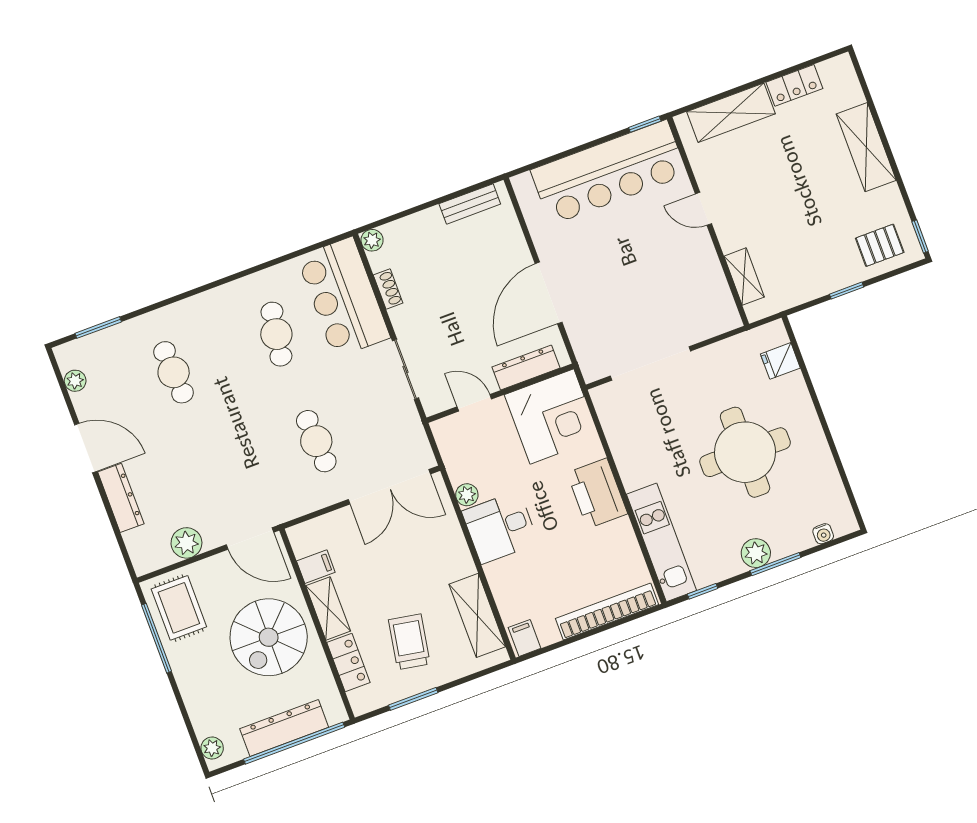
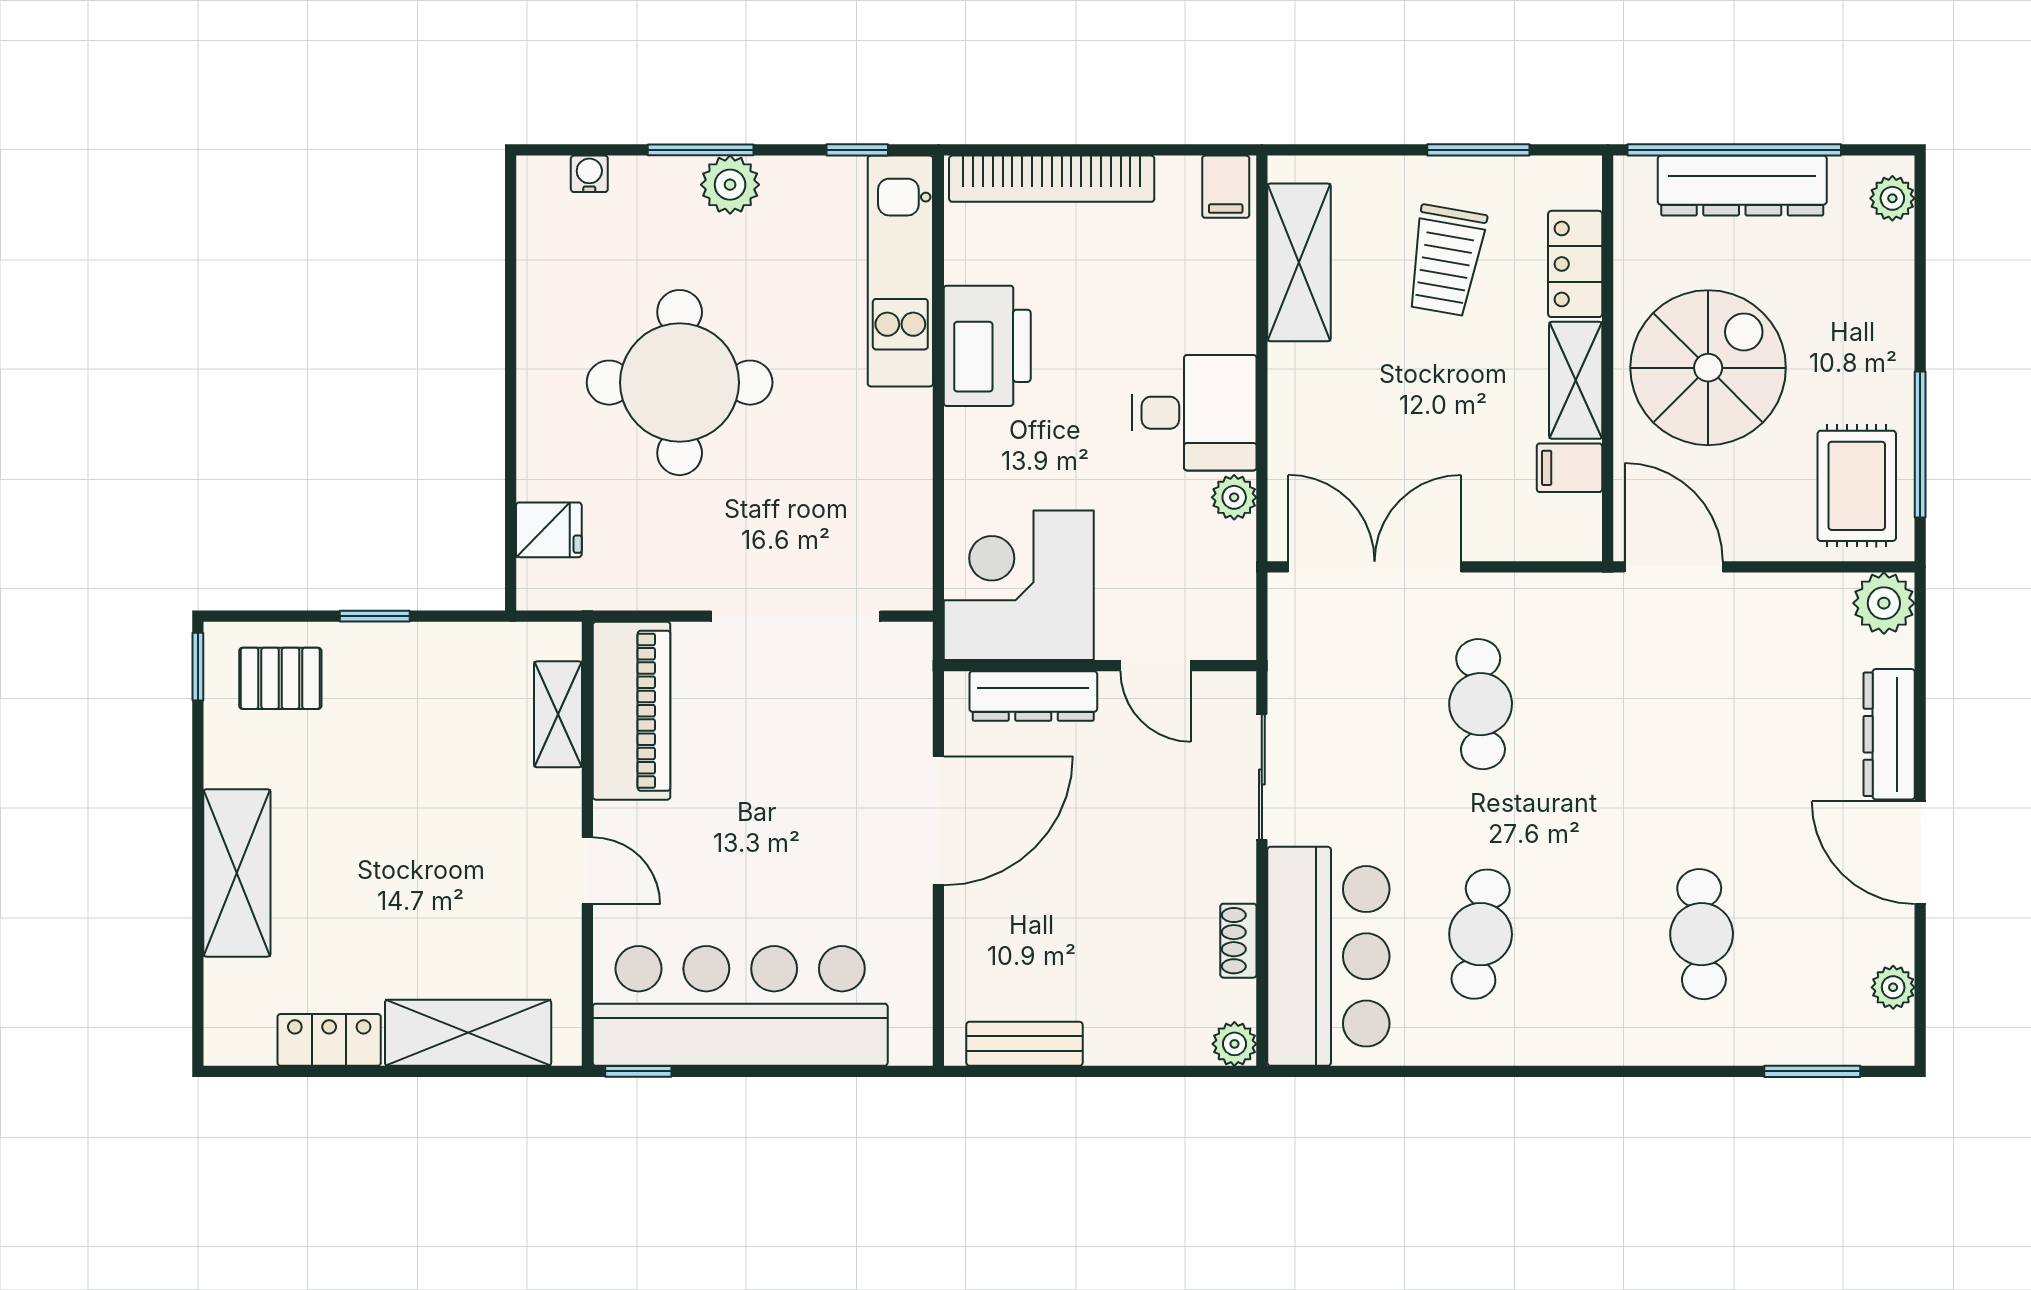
piano: (711, 291) -> (632, 711), added
printer: (597, 493) -> (987, 346), moved
plant: (186, 543) -> (1884, 603), moved

